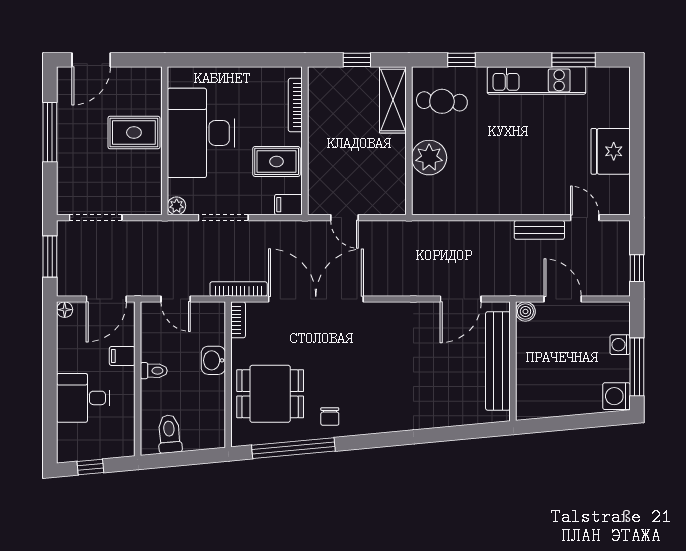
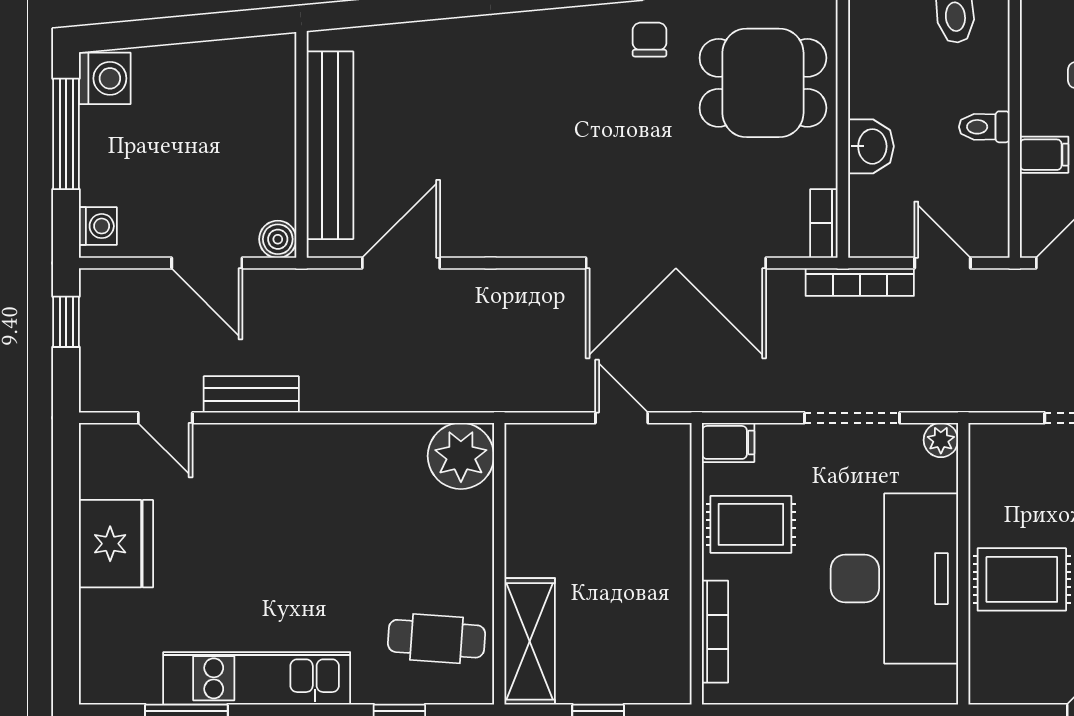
plant: (429, 158) -> (461, 456), moved
bookcase: (239, 289) -> (860, 282), moved
washing machine: (620, 345) -> (98, 226), moved

